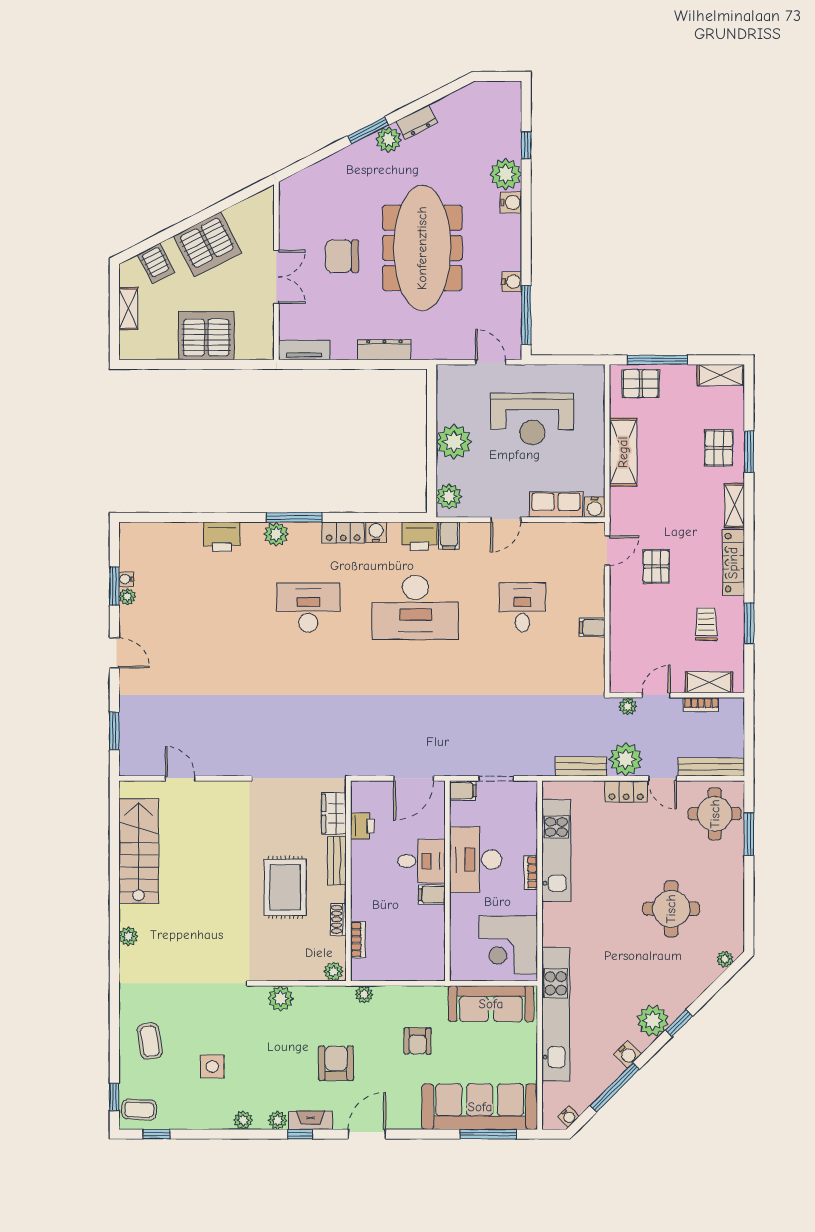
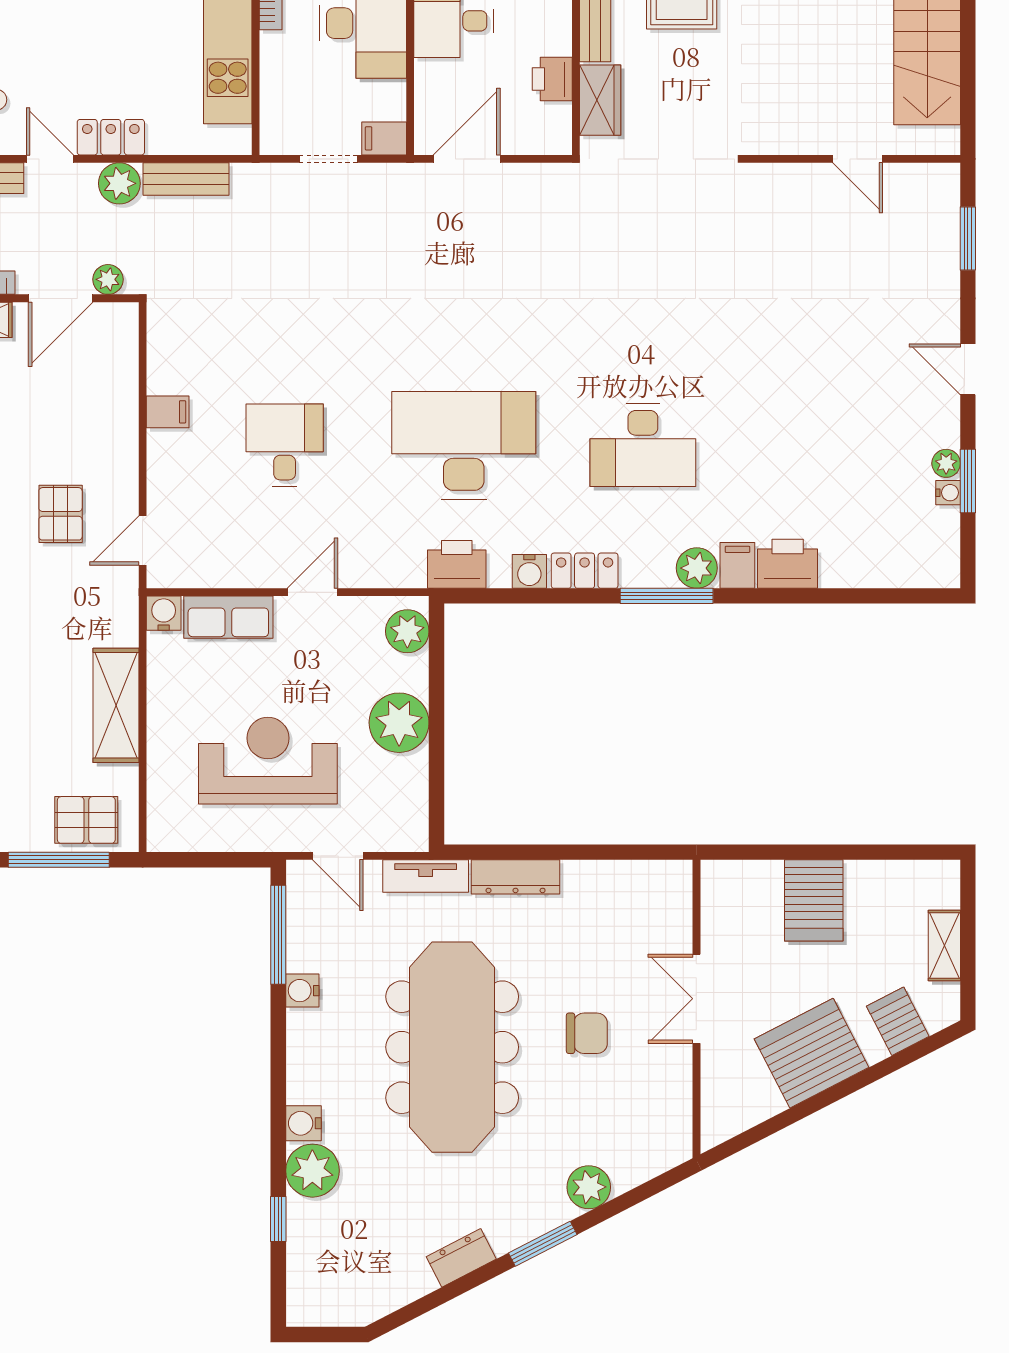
plant: (389, 140) -> (589, 1187), moved
chair: (342, 256) -> (587, 1033), width x0.73, depth x0.73
server rack: (206, 336) -> (814, 900), width x0.62
tv unit: (304, 350) -> (426, 876), moved
filing cabinet: (449, 536) -> (737, 565), moved
desk: (522, 607) -> (285, 445), turned 180
door: (656, 695) -> (61, 298), width x1.38
plant: (626, 759) -> (119, 183), width x0.73, depth x0.73

